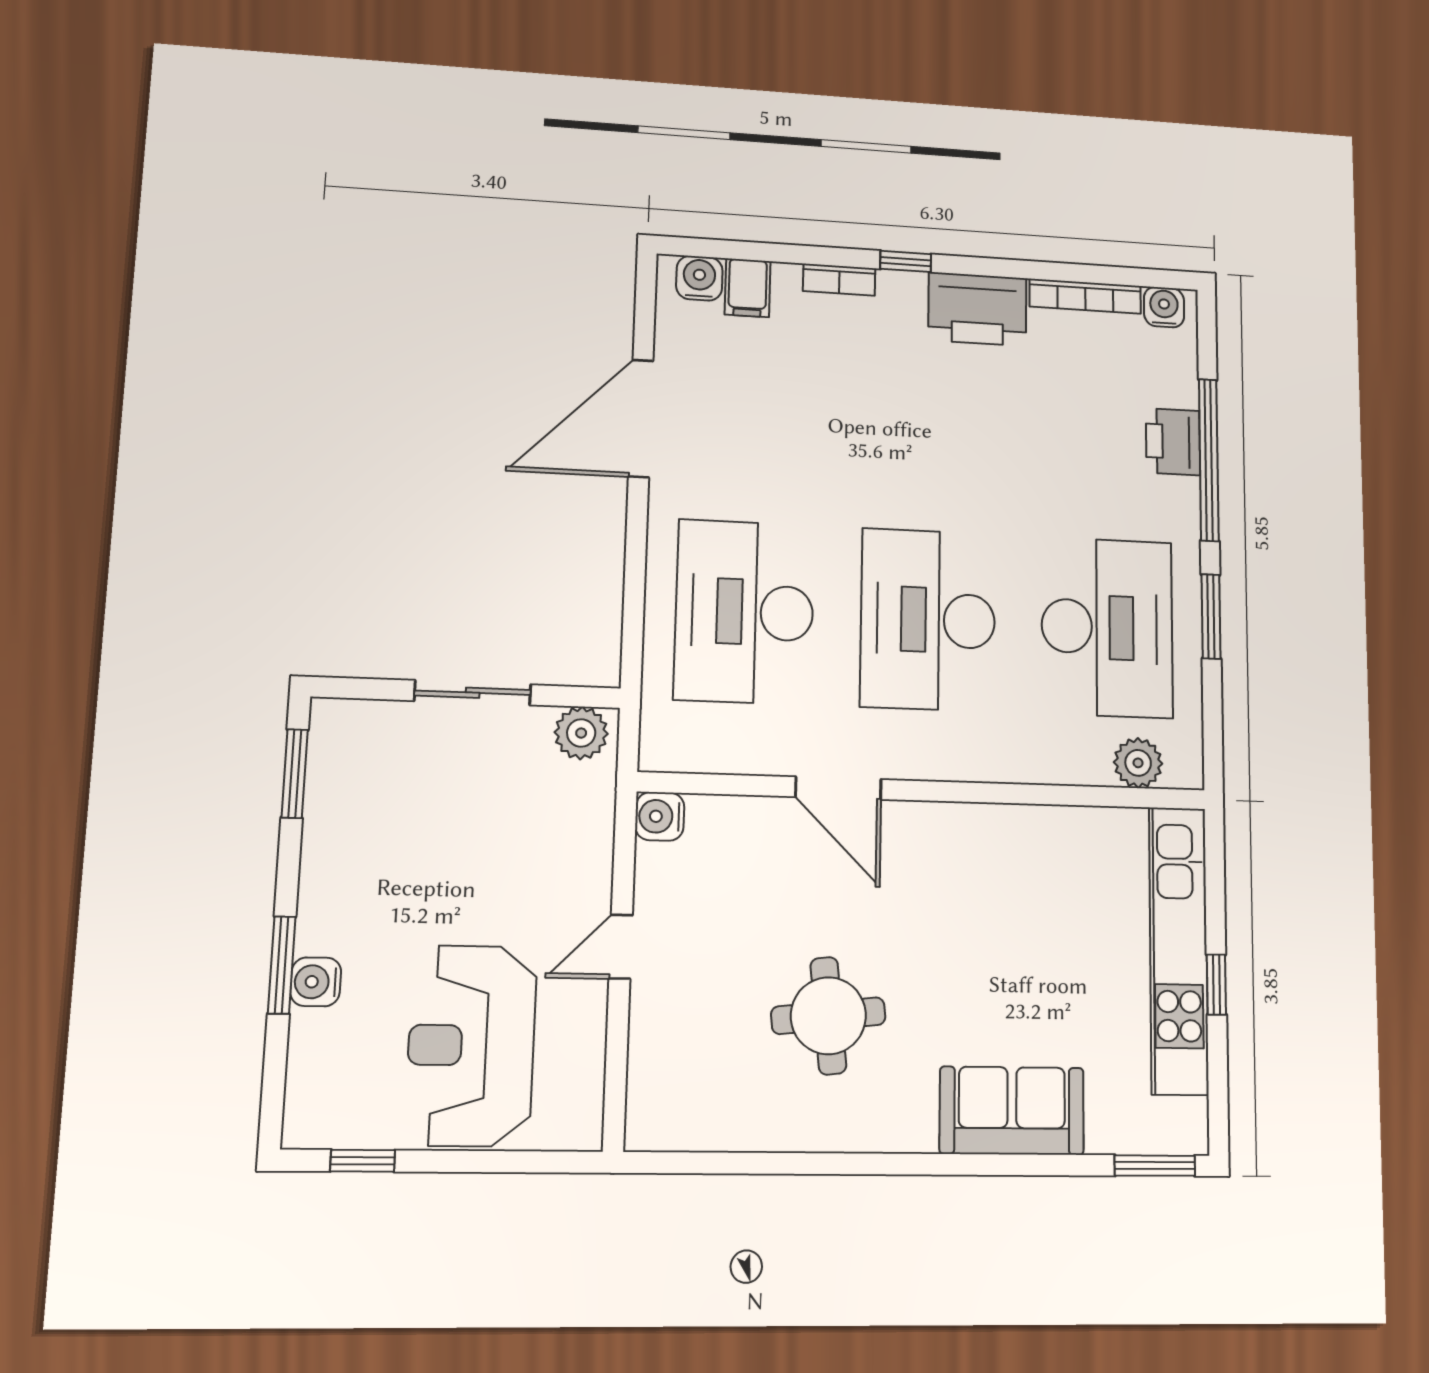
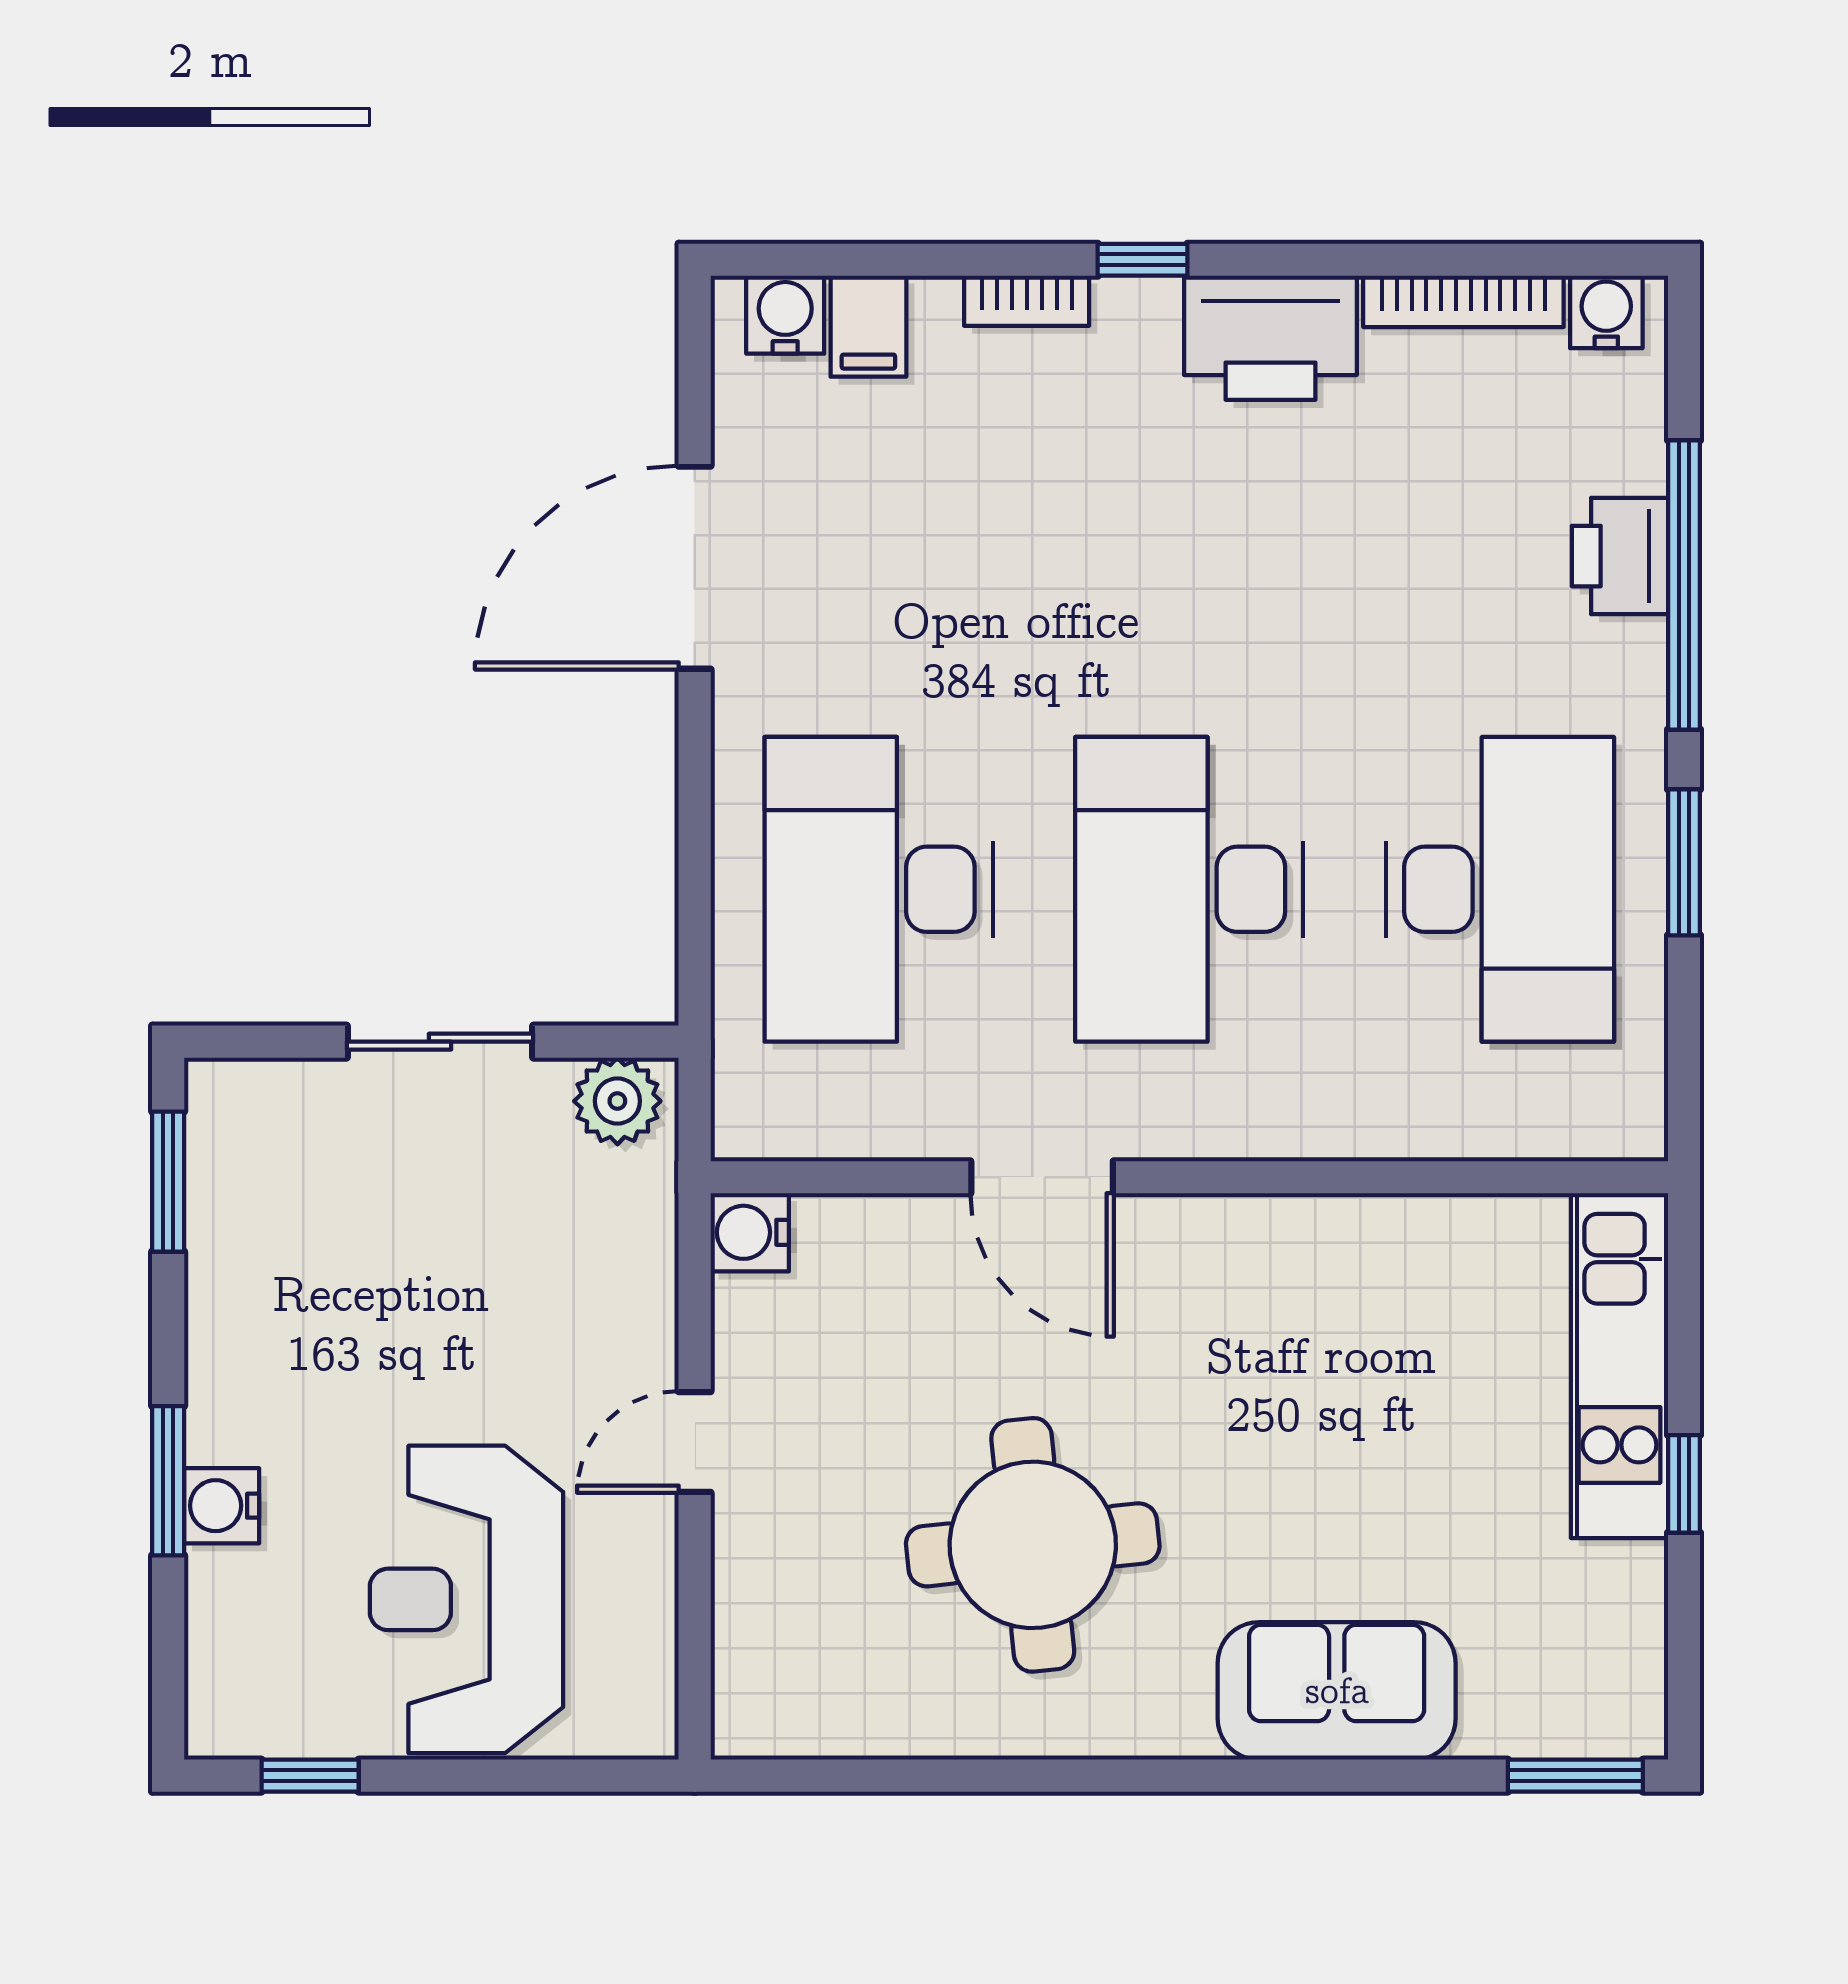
plant: (1138, 763) -> (1552, 1119), removed
kitchen unit: (1179, 950) -> (1619, 1366), width x0.73
round table: (828, 1016) -> (1033, 1545), width x1.36, depth x1.36

